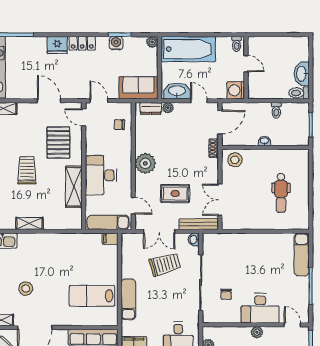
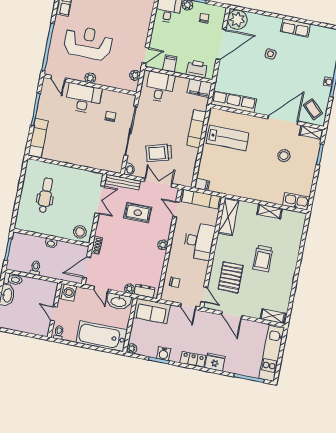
plant: (145, 163) -> (163, 245), width x0.53, depth x0.53
shelving: (74, 187) -> (228, 217), moved

